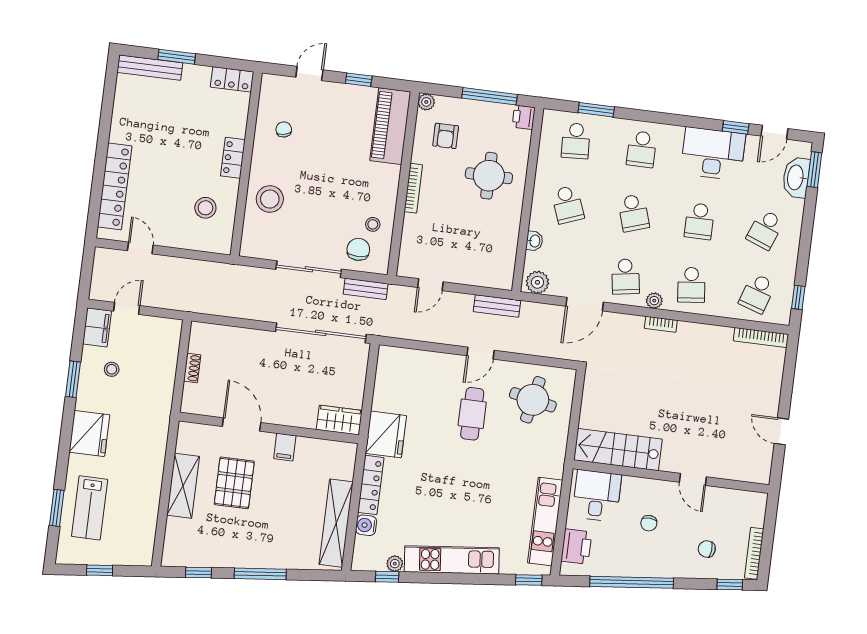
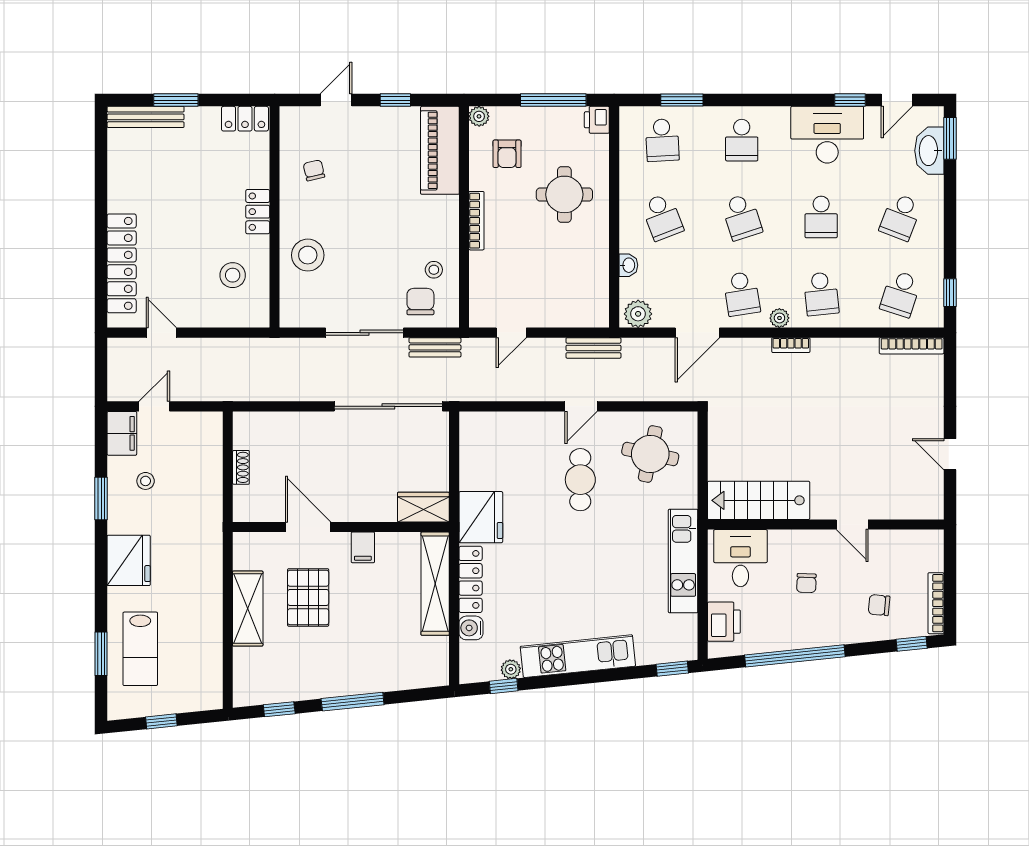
kitchen unit: (545, 522) -> (683, 561), moved
shelving: (336, 523) -> (435, 584), moved

